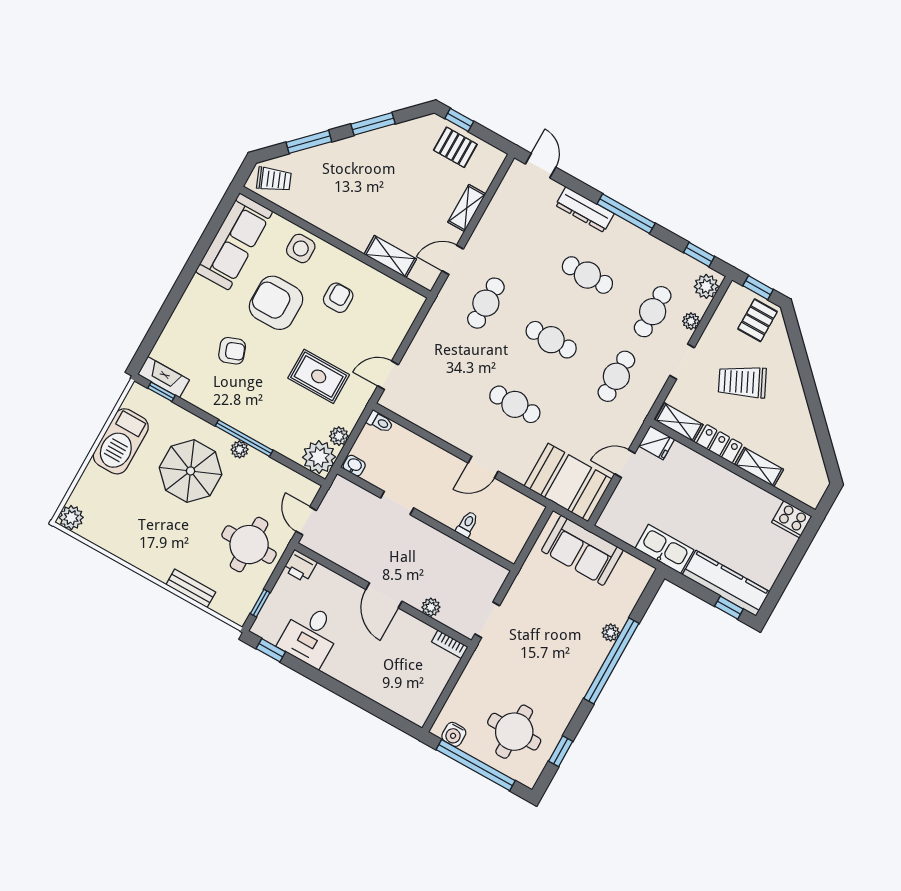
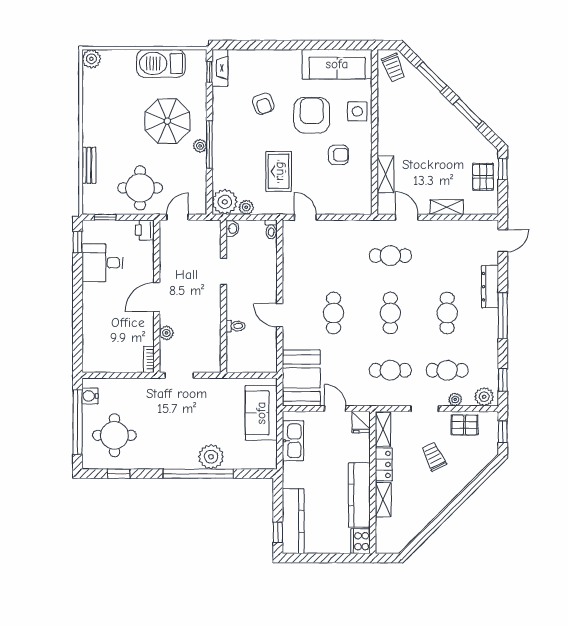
pallet: (758, 320) -> (465, 425), moved
trolley: (742, 382) -> (434, 457), width x0.73, depth x0.72
kitchen counter: (739, 491) -> (359, 495), added
kitchen sink: (664, 549) -> (293, 441), moved
plant: (611, 633) -> (211, 457), width x1.87, depth x1.87

